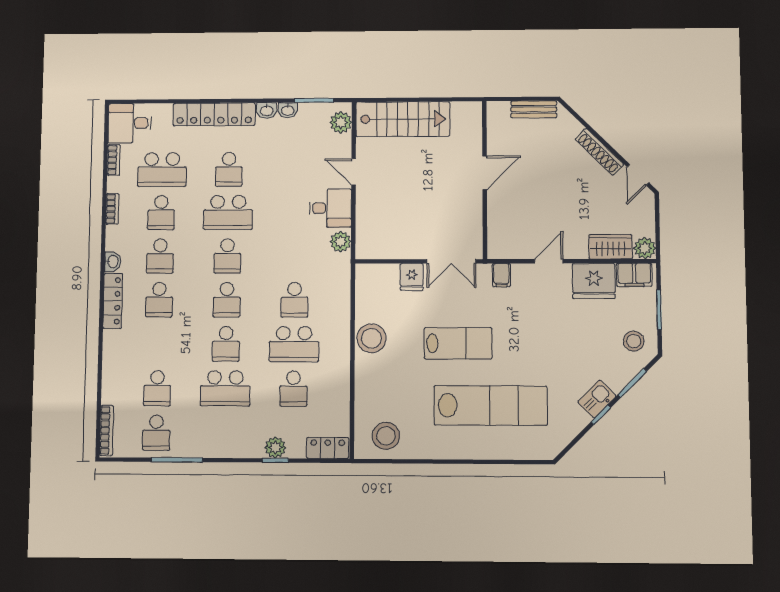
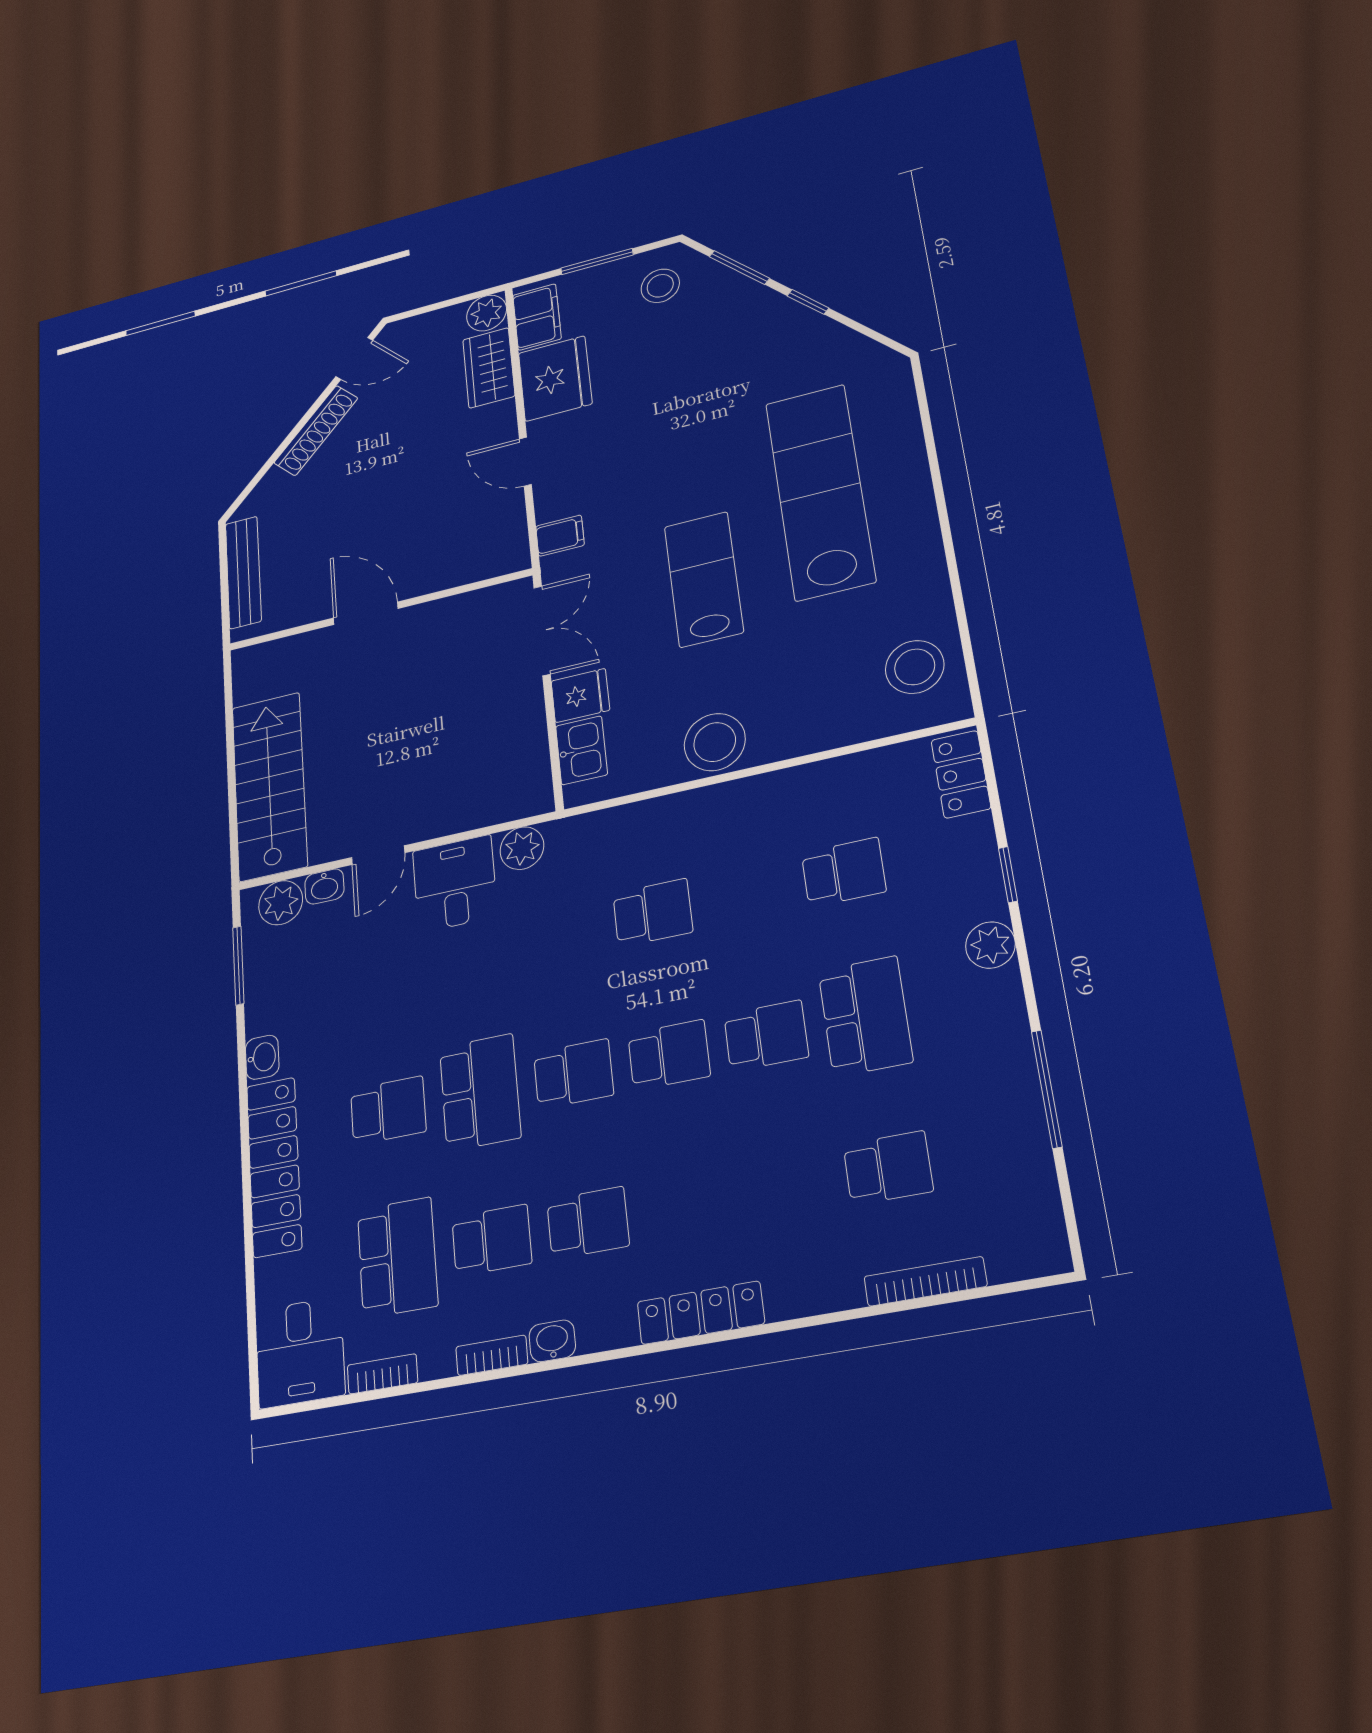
bench: (534, 109) -> (243, 572), width x1.36
washbasin: (288, 110) -> (324, 886), moved, turned 90
washbasin: (113, 262) -> (552, 1341), moved
school desk: (159, 300) -> (686, 1205), removed
school desk: (294, 344) -> (747, 893), removed
kitchen sink: (597, 399) -> (582, 750), moved, turned -135
bookcase: (107, 430) -> (925, 1281), moved
school desk: (156, 433) -> (992, 1149), removed
plant: (275, 448) -> (990, 945), moved

